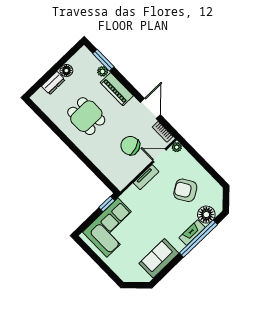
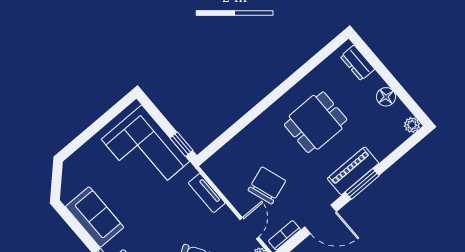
window: (103, 60) -> (362, 184), moved
plant: (103, 71) -> (412, 125), moved
dresser: (53, 83) -> (357, 63), moved
tv unit: (146, 177) -> (207, 193), moved

